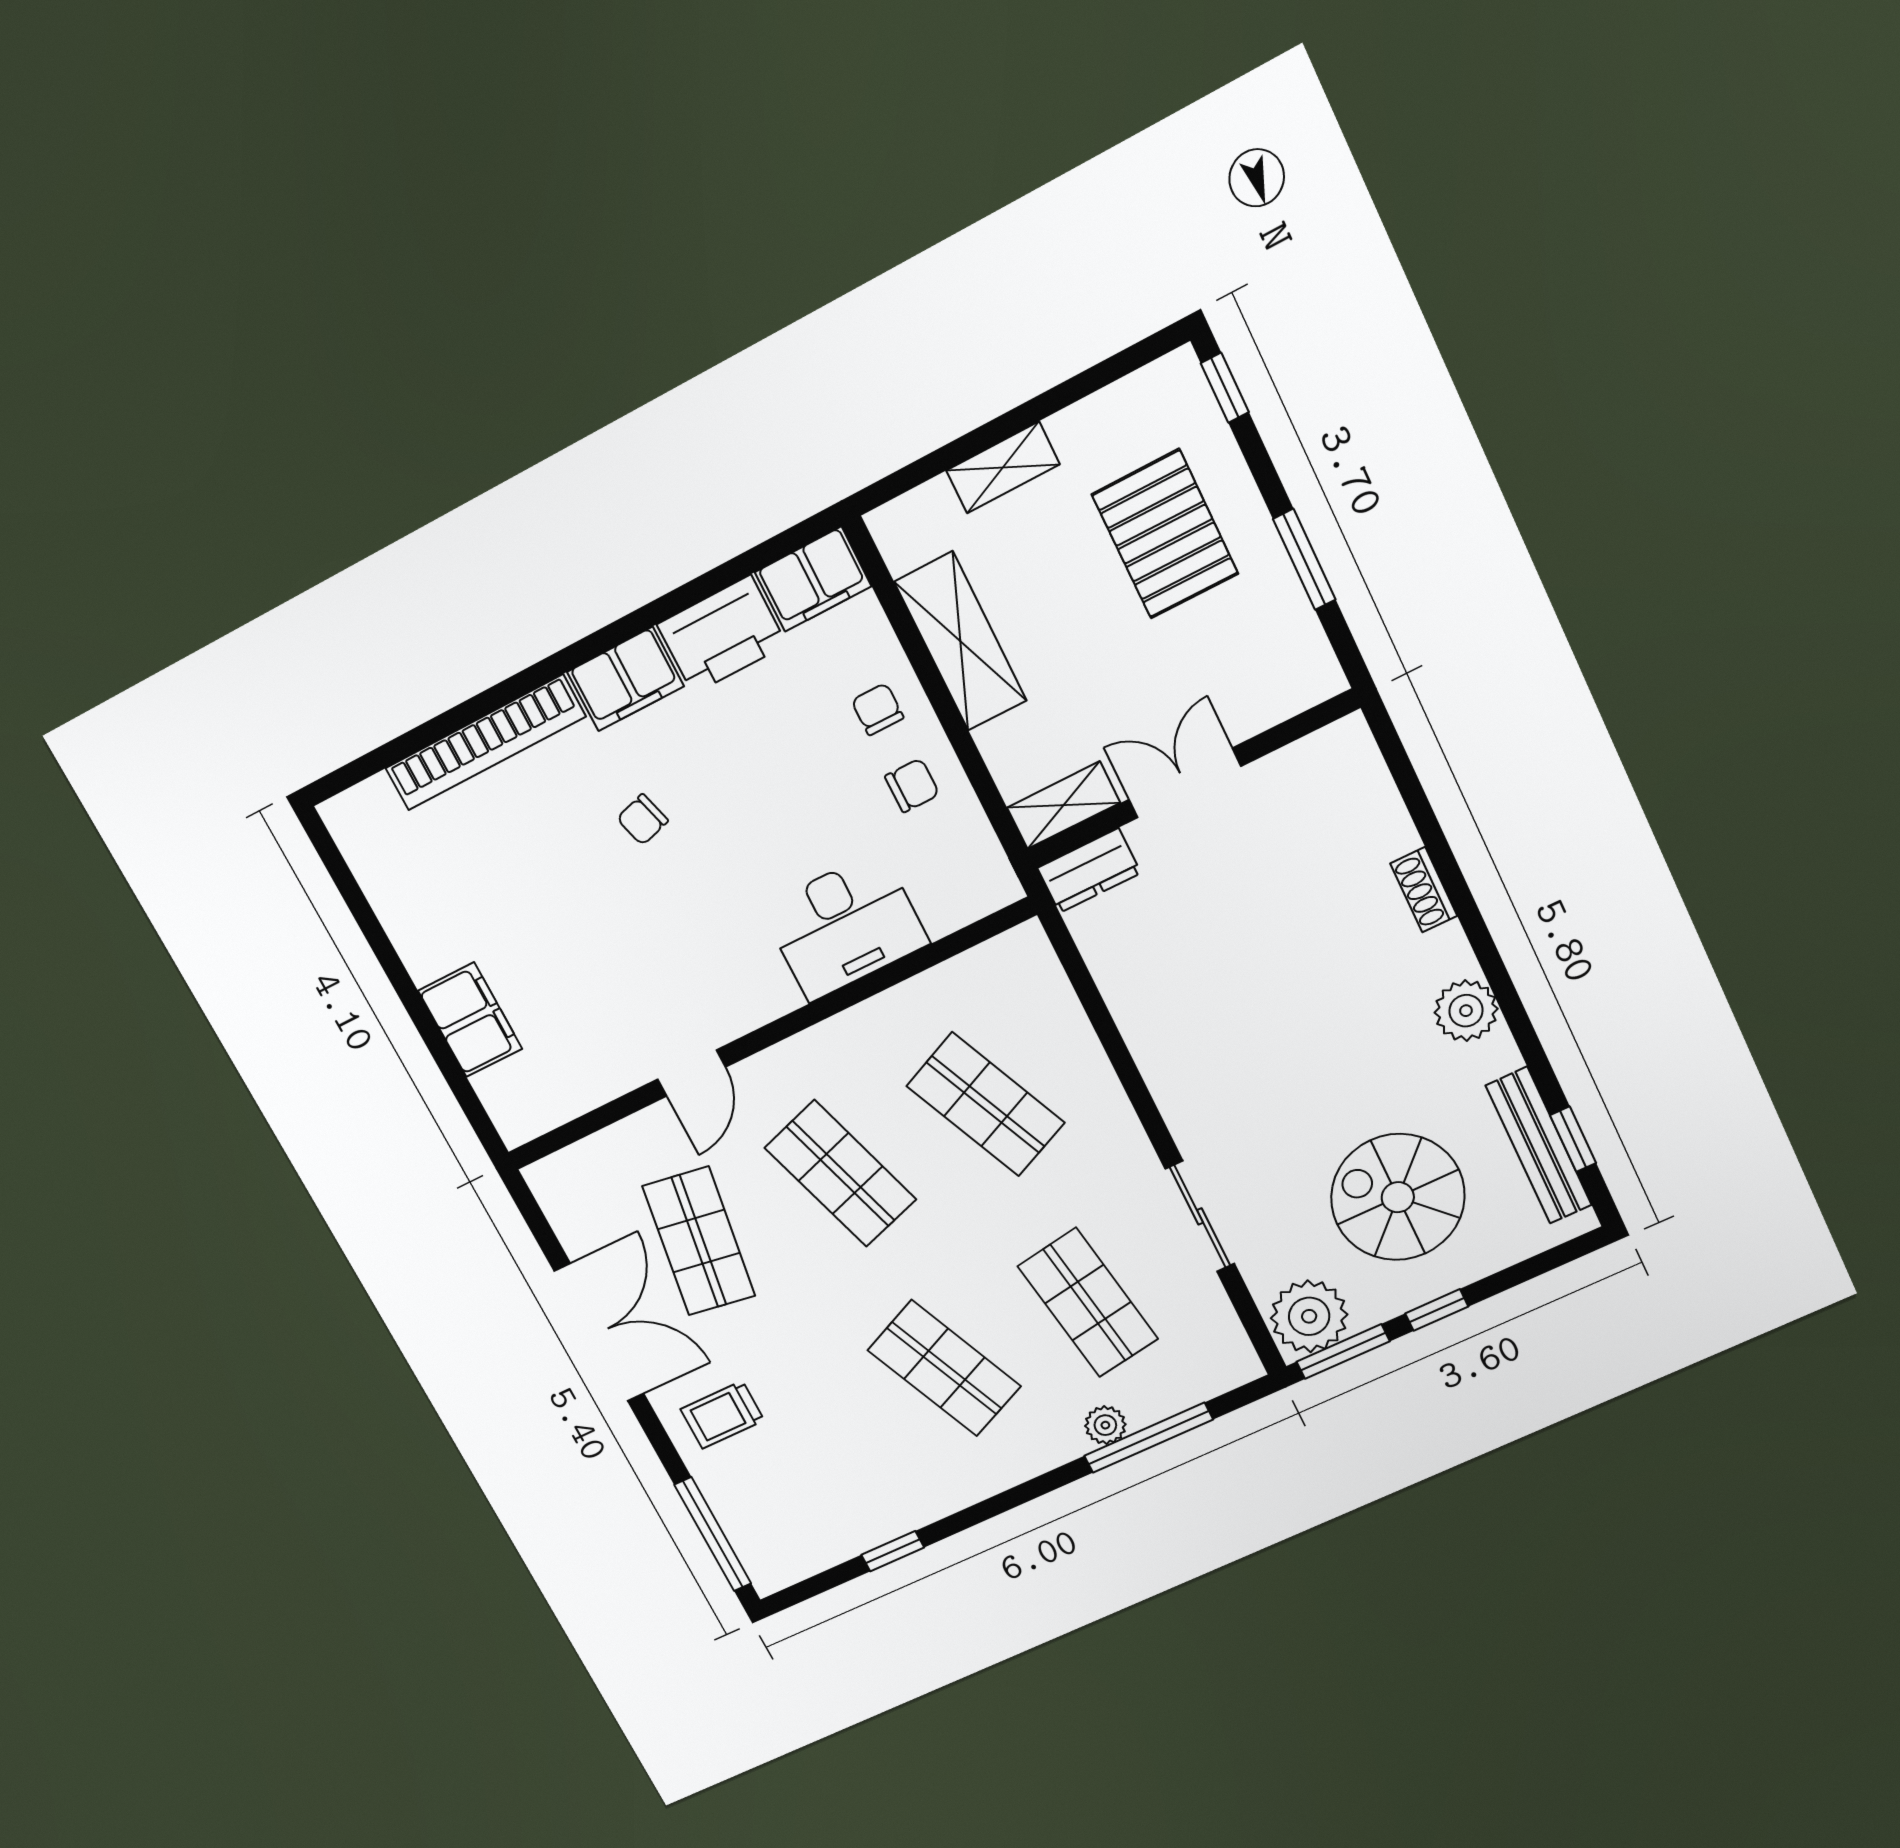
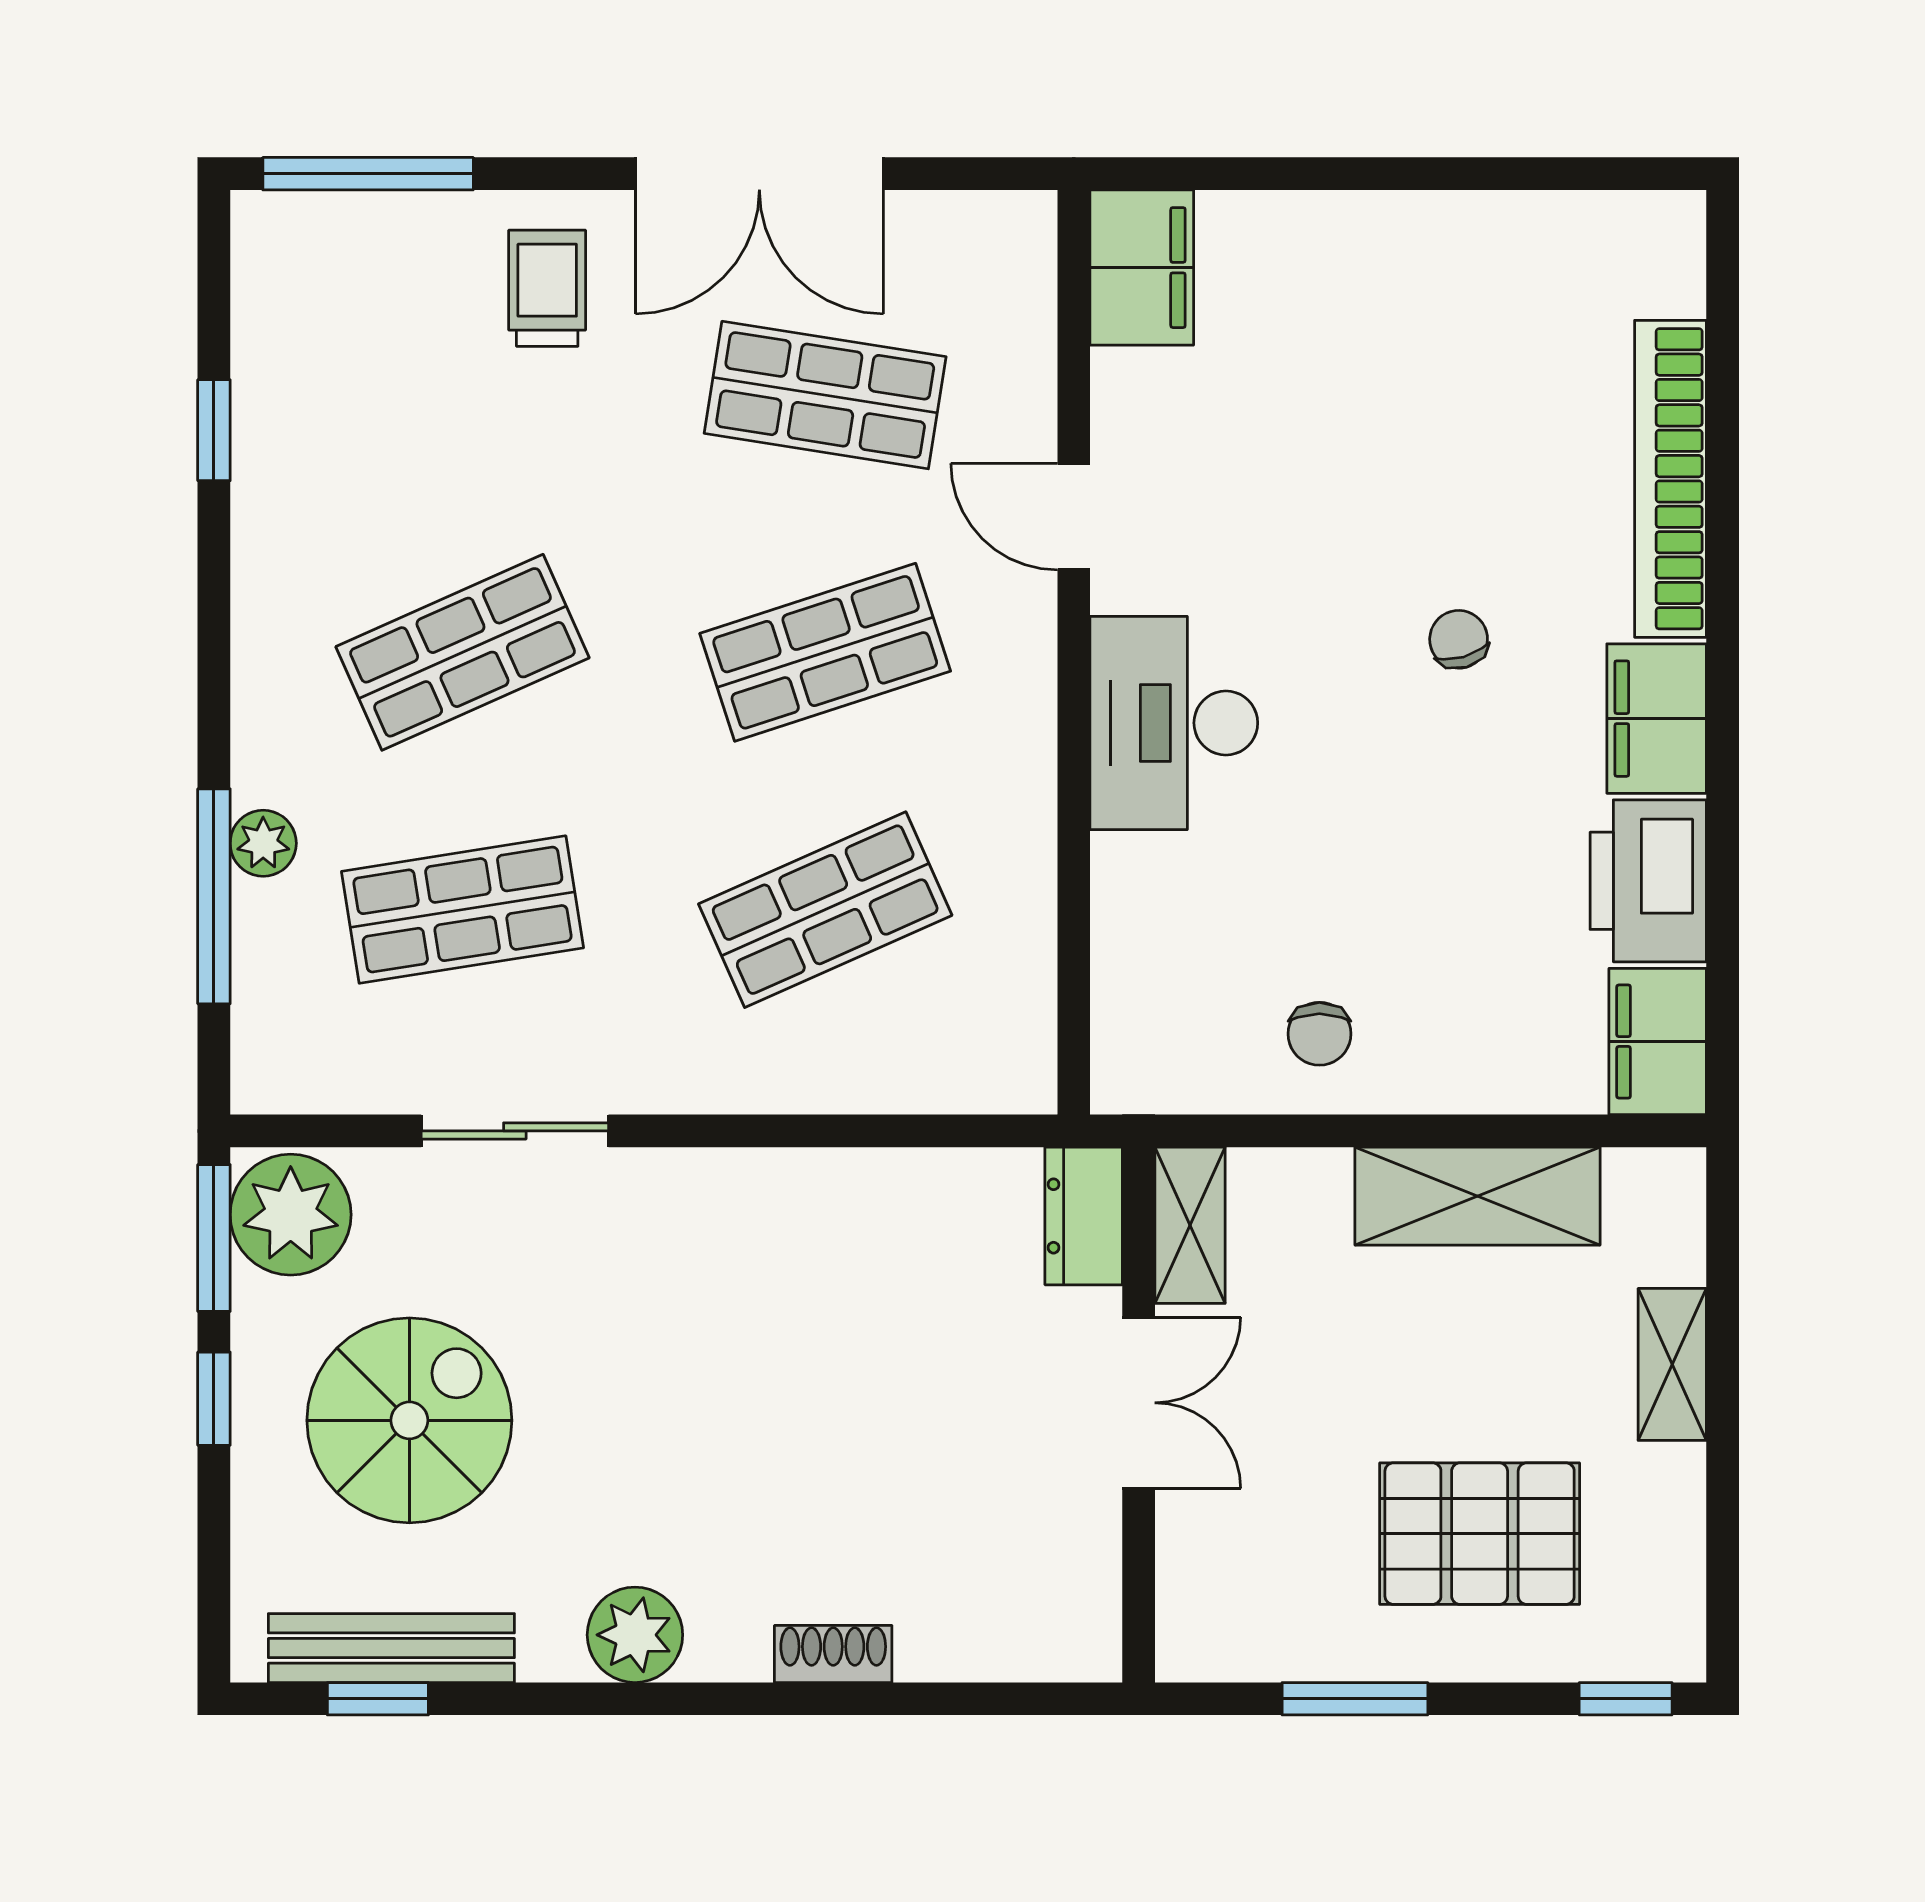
chair: (878, 709) -> (1445, 1039), removed
desk: (845, 926) -> (1174, 723), moved
filing cabinet: (470, 1020) -> (1142, 268), moved, turned -90

